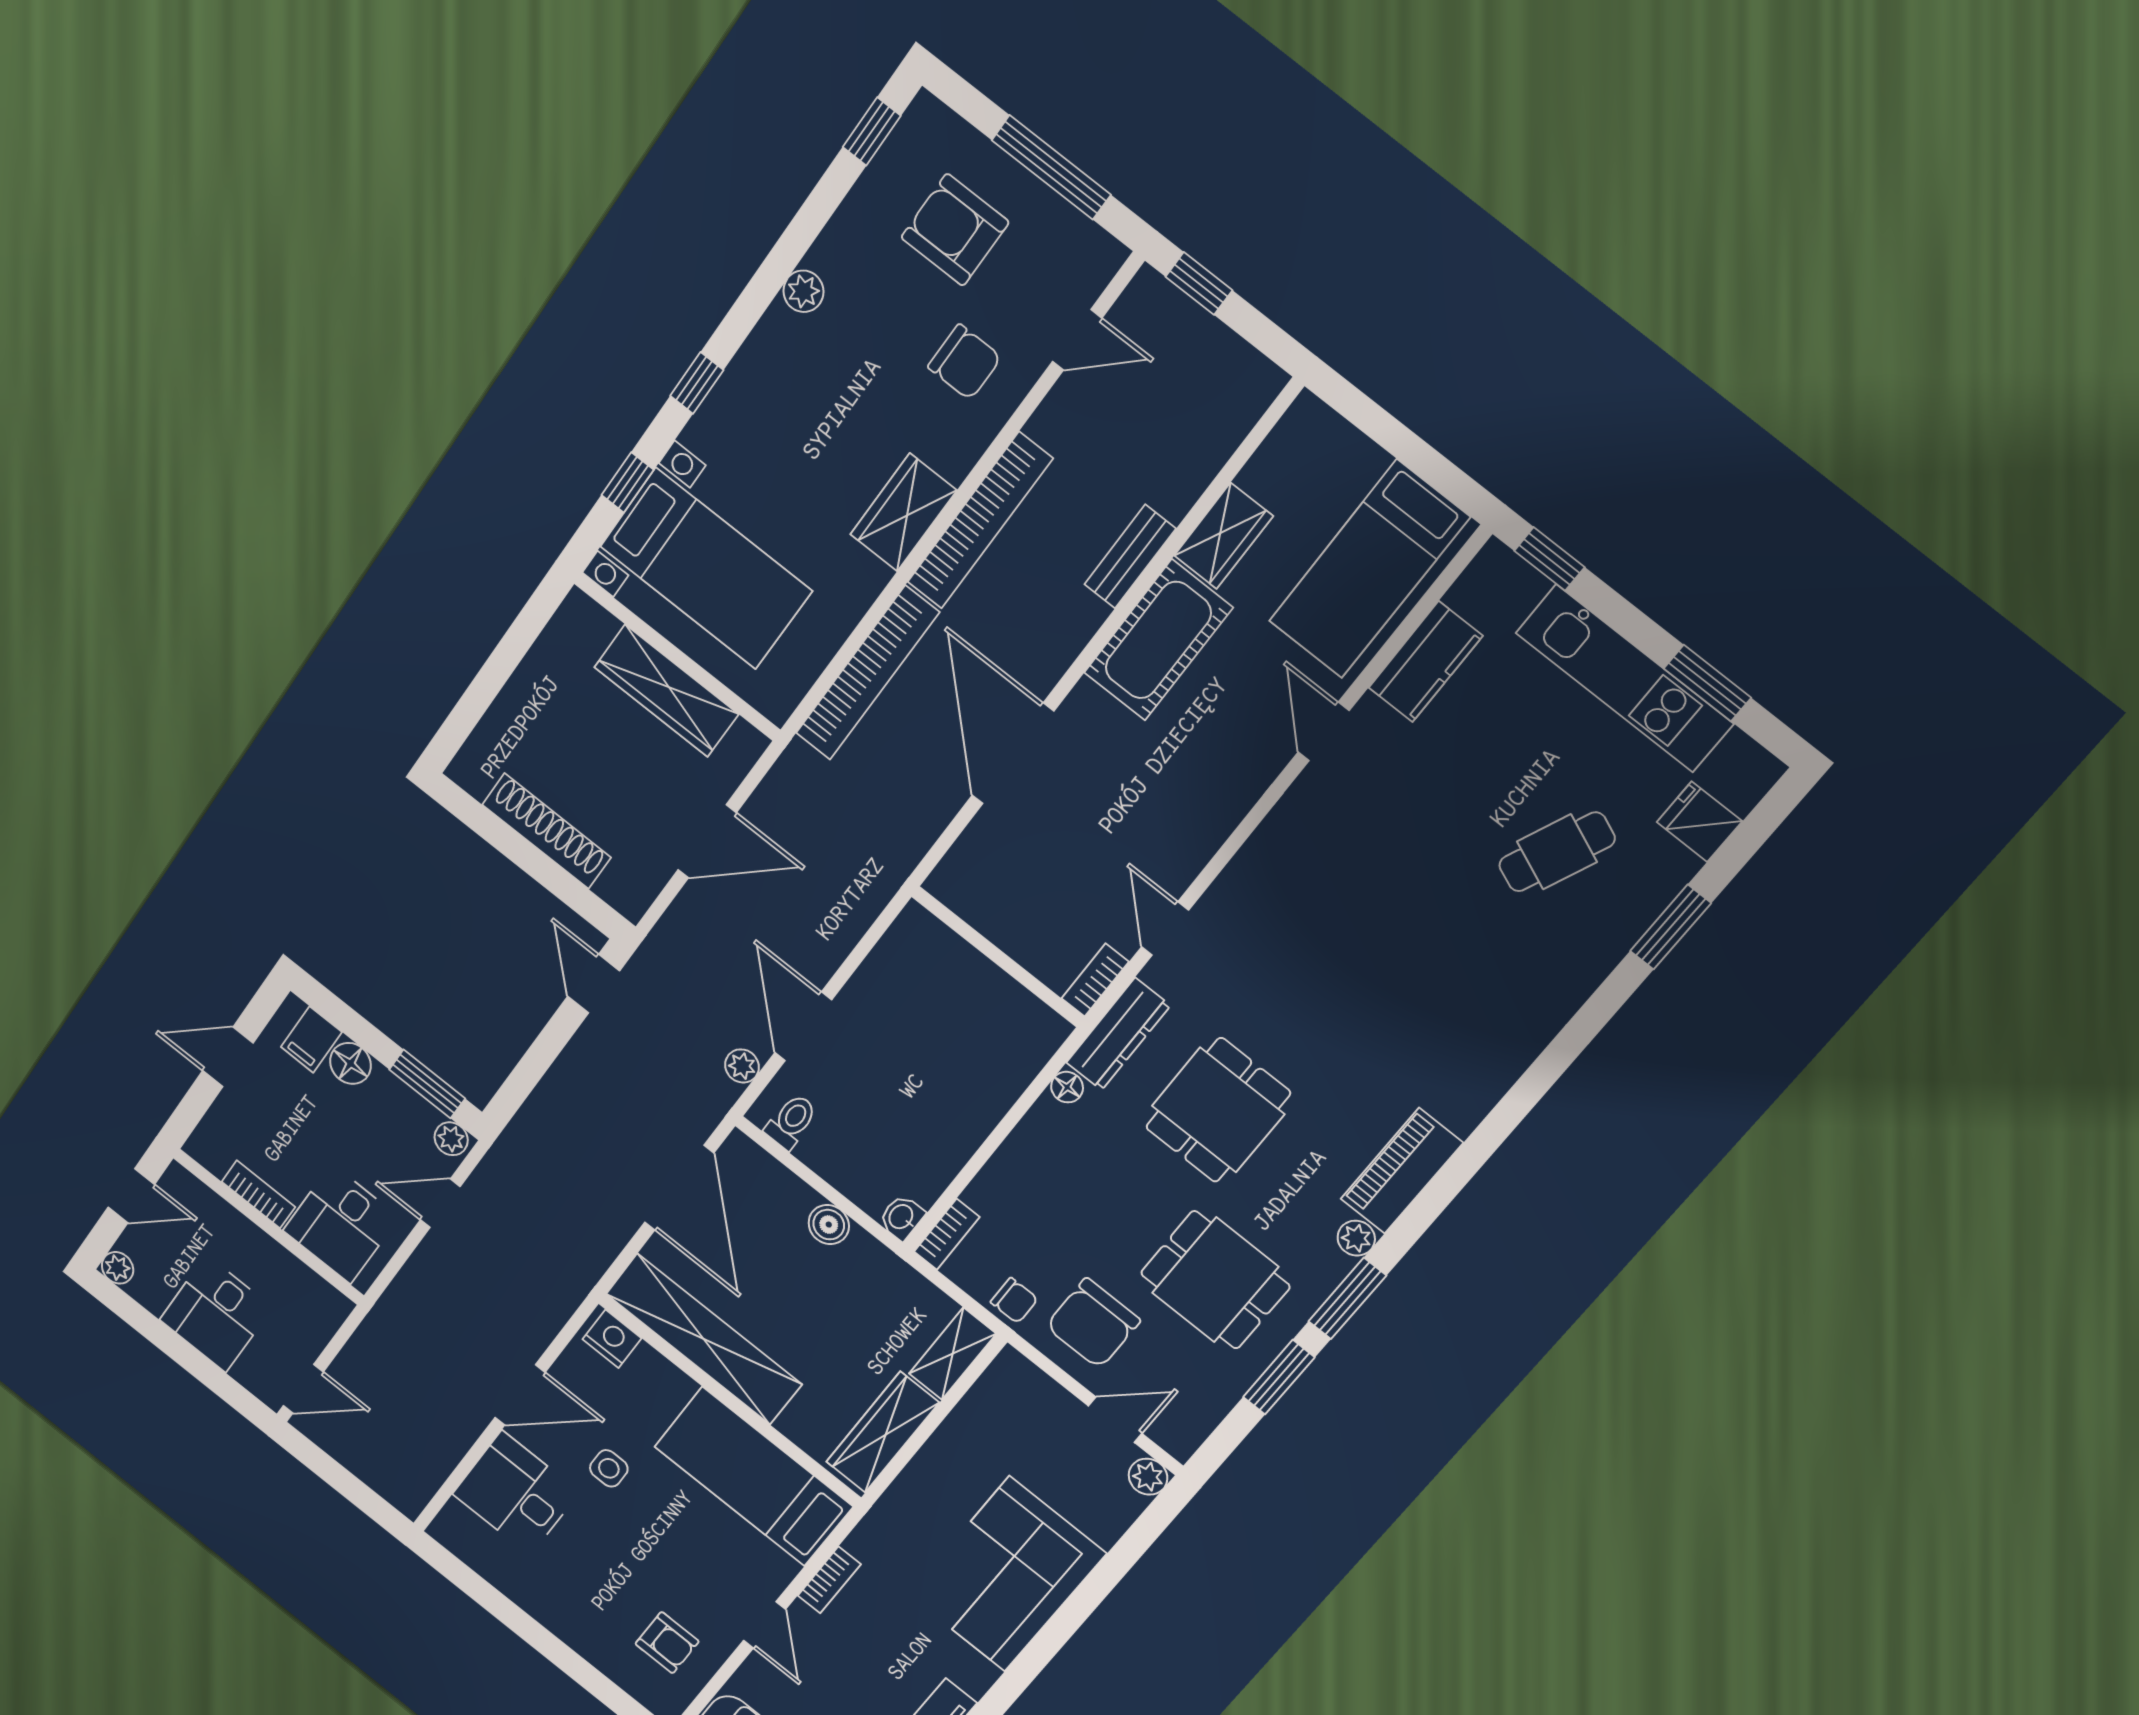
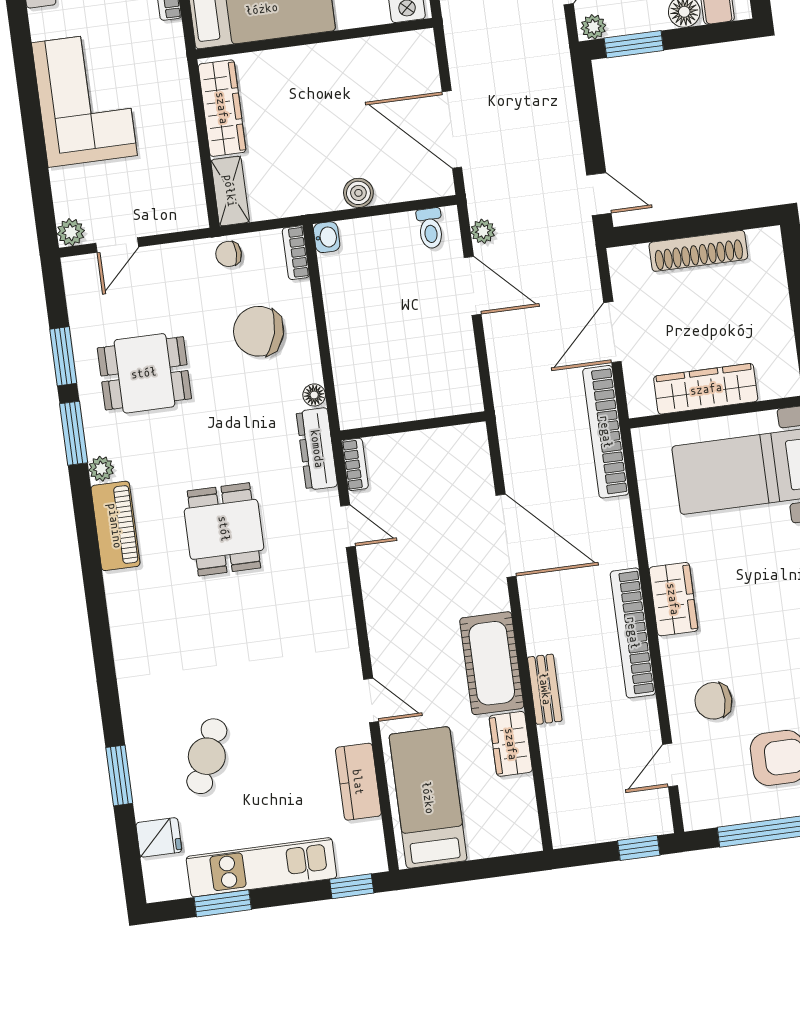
bookcase: (867, 673) -> (606, 432), moved
dining table: (1218, 1110) -> (224, 529), moved
chair: (1093, 1323) -> (259, 331), moved, turned -75
shelving: (704, 1339) -> (360, 58), removed

